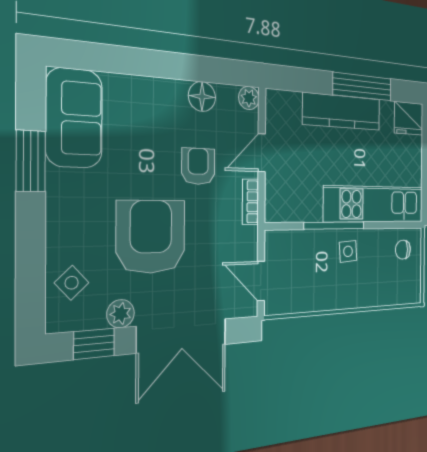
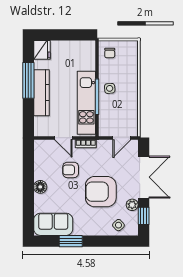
floor lamp: (202, 97) -> (40, 187), moved
plant: (249, 98) -> (39, 145), removed
kitchen unit: (375, 204) -> (86, 103), moved

